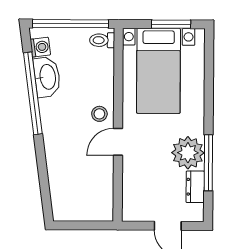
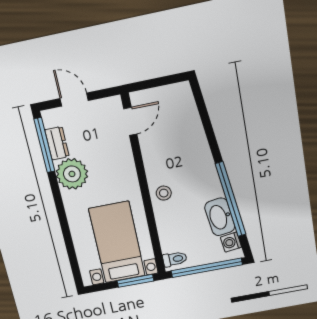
window: (171, 24) -> (136, 281), moved
door: (118, 142) -> (130, 121), moved
window: (208, 163) -> (44, 145), moved

